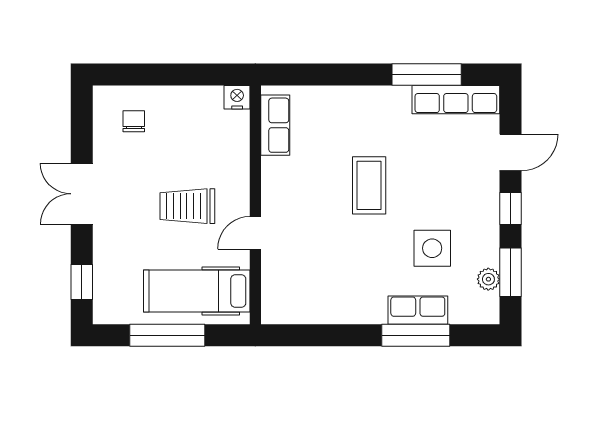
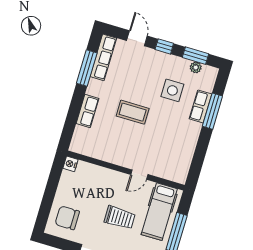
chair: (134, 121) -> (67, 218), width x1.87, depth x1.87
row of seats: (275, 125) -> (87, 111), moved, turned 90
trolley: (187, 206) -> (120, 218), moved, turned -90
door: (255, 233) -> (139, 175), hinge flipped

